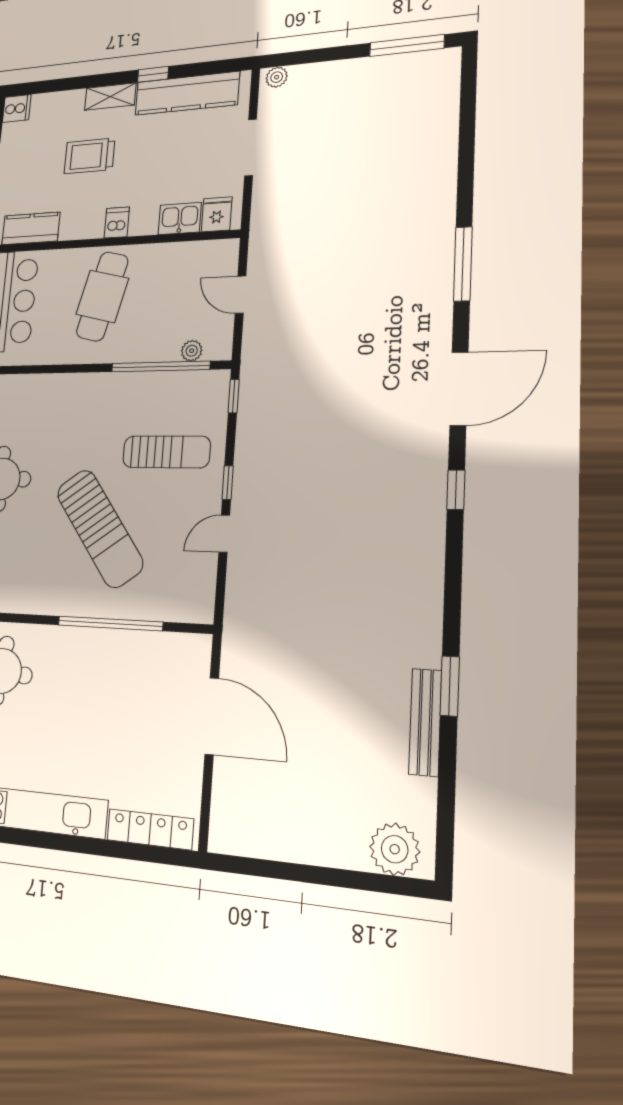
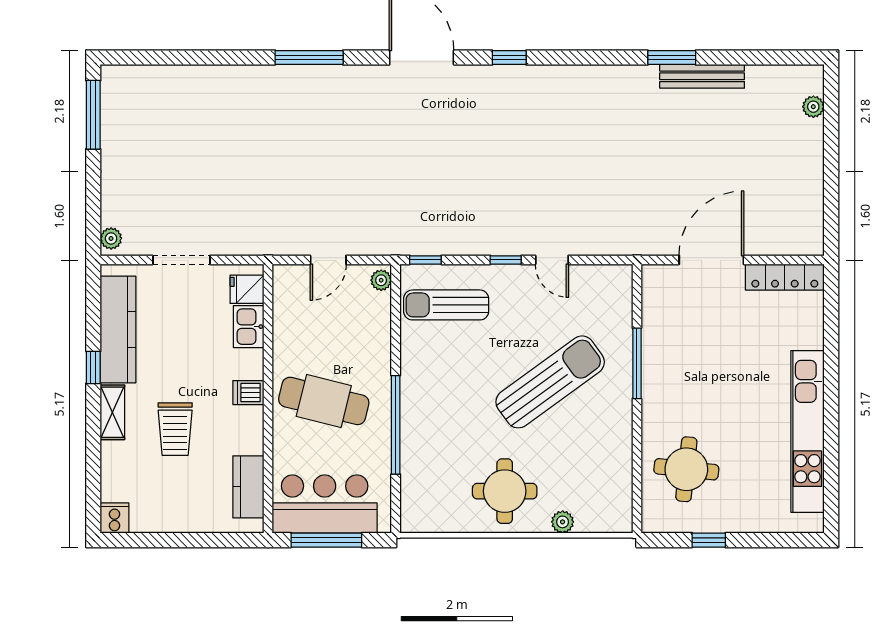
plant: (192, 351) -> (381, 280), moved
window: (160, 366) -> (396, 425), moved
sun lounger: (166, 452) -> (446, 305), moved, turned -90
window: (110, 623) -> (637, 363), width x0.68
locker: (150, 829) -> (785, 277), moved, turned -90
plant: (395, 849) -> (813, 107), width x0.53, depth x0.53

